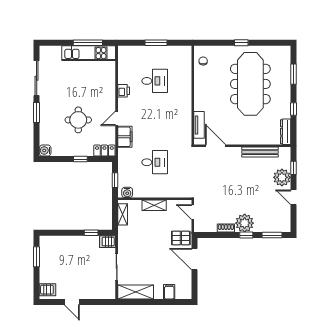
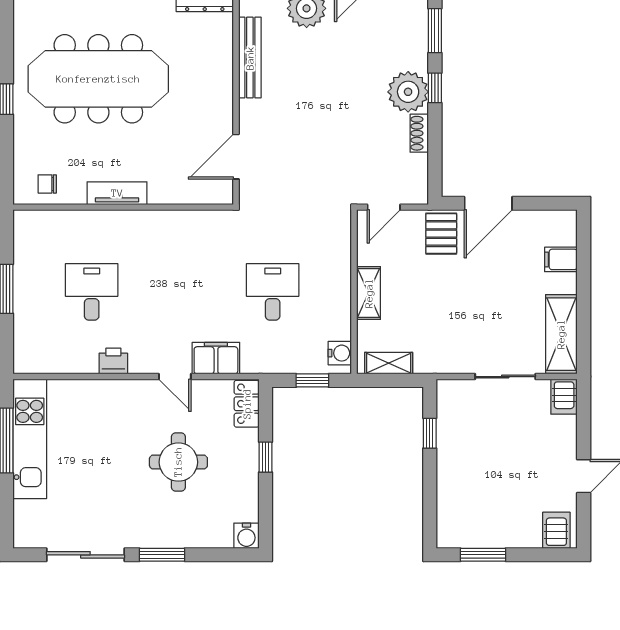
tv unit: (199, 125) -> (117, 193), moved
server rack: (108, 242) -> (564, 397), moved

